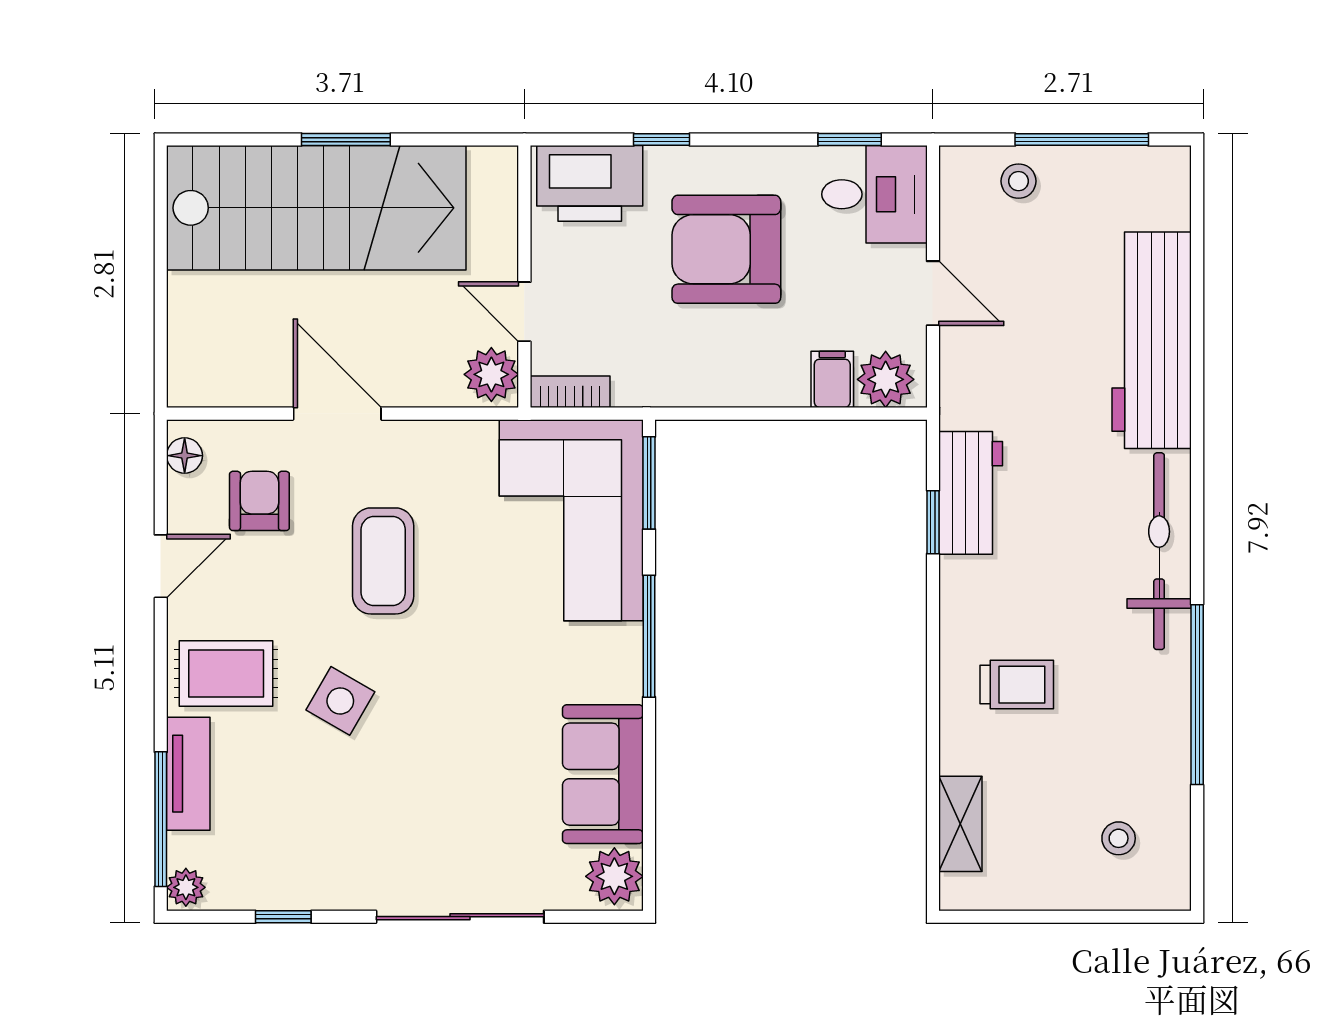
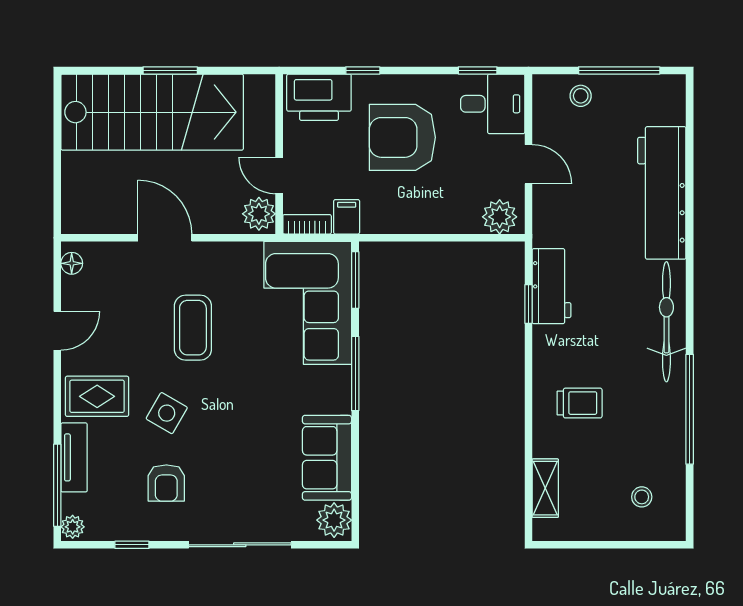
filing cabinet: (832, 379) -> (347, 217), moved
armchair: (259, 501) -> (166, 483), moved, turned 180

